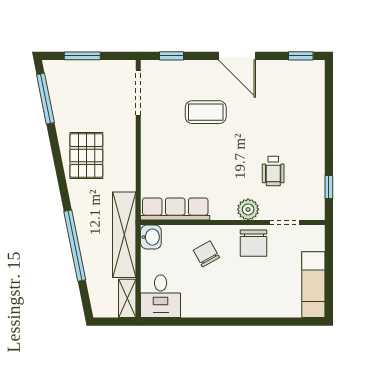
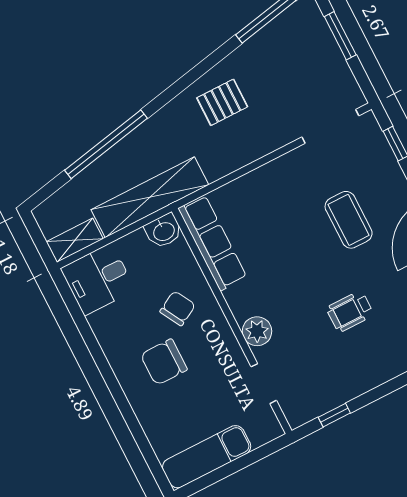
pallet: (86, 156) -> (222, 102), width x0.67, depth x0.71
wheelchair: (273, 171) -> (350, 311), moved
chair: (254, 243) -> (164, 362), moved

